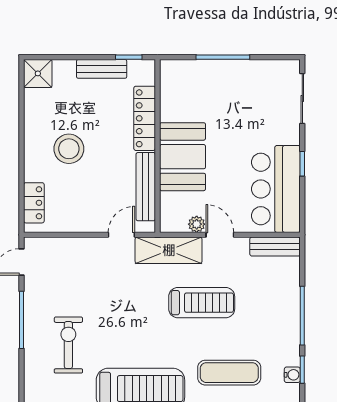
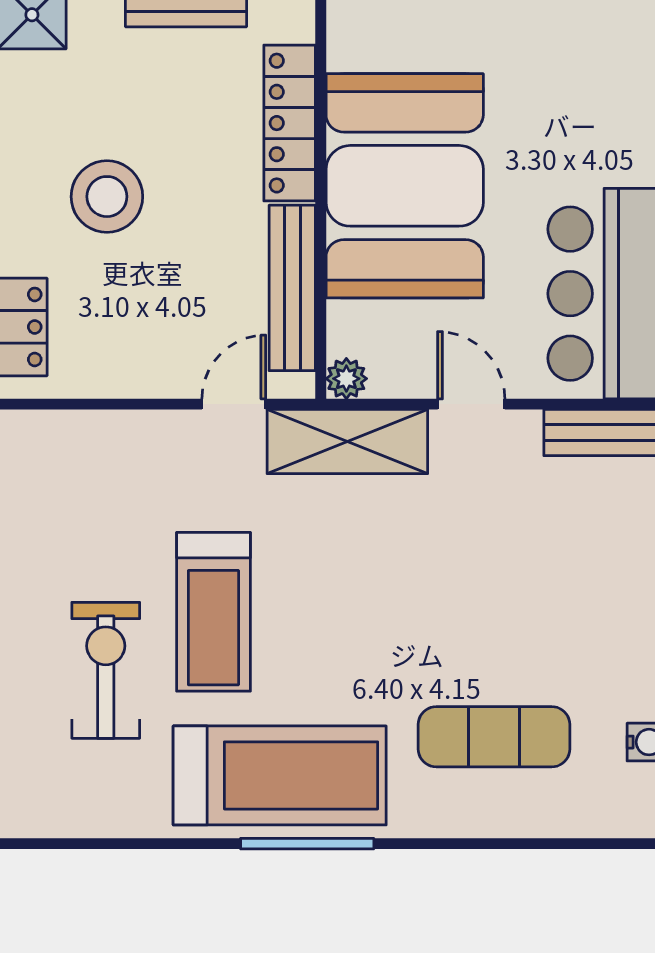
booth: (183, 157) -> (405, 186), width x1.36, depth x1.42
plant: (197, 224) -> (346, 379), moved
treadmill: (202, 303) -> (213, 612), moved, turned 90

